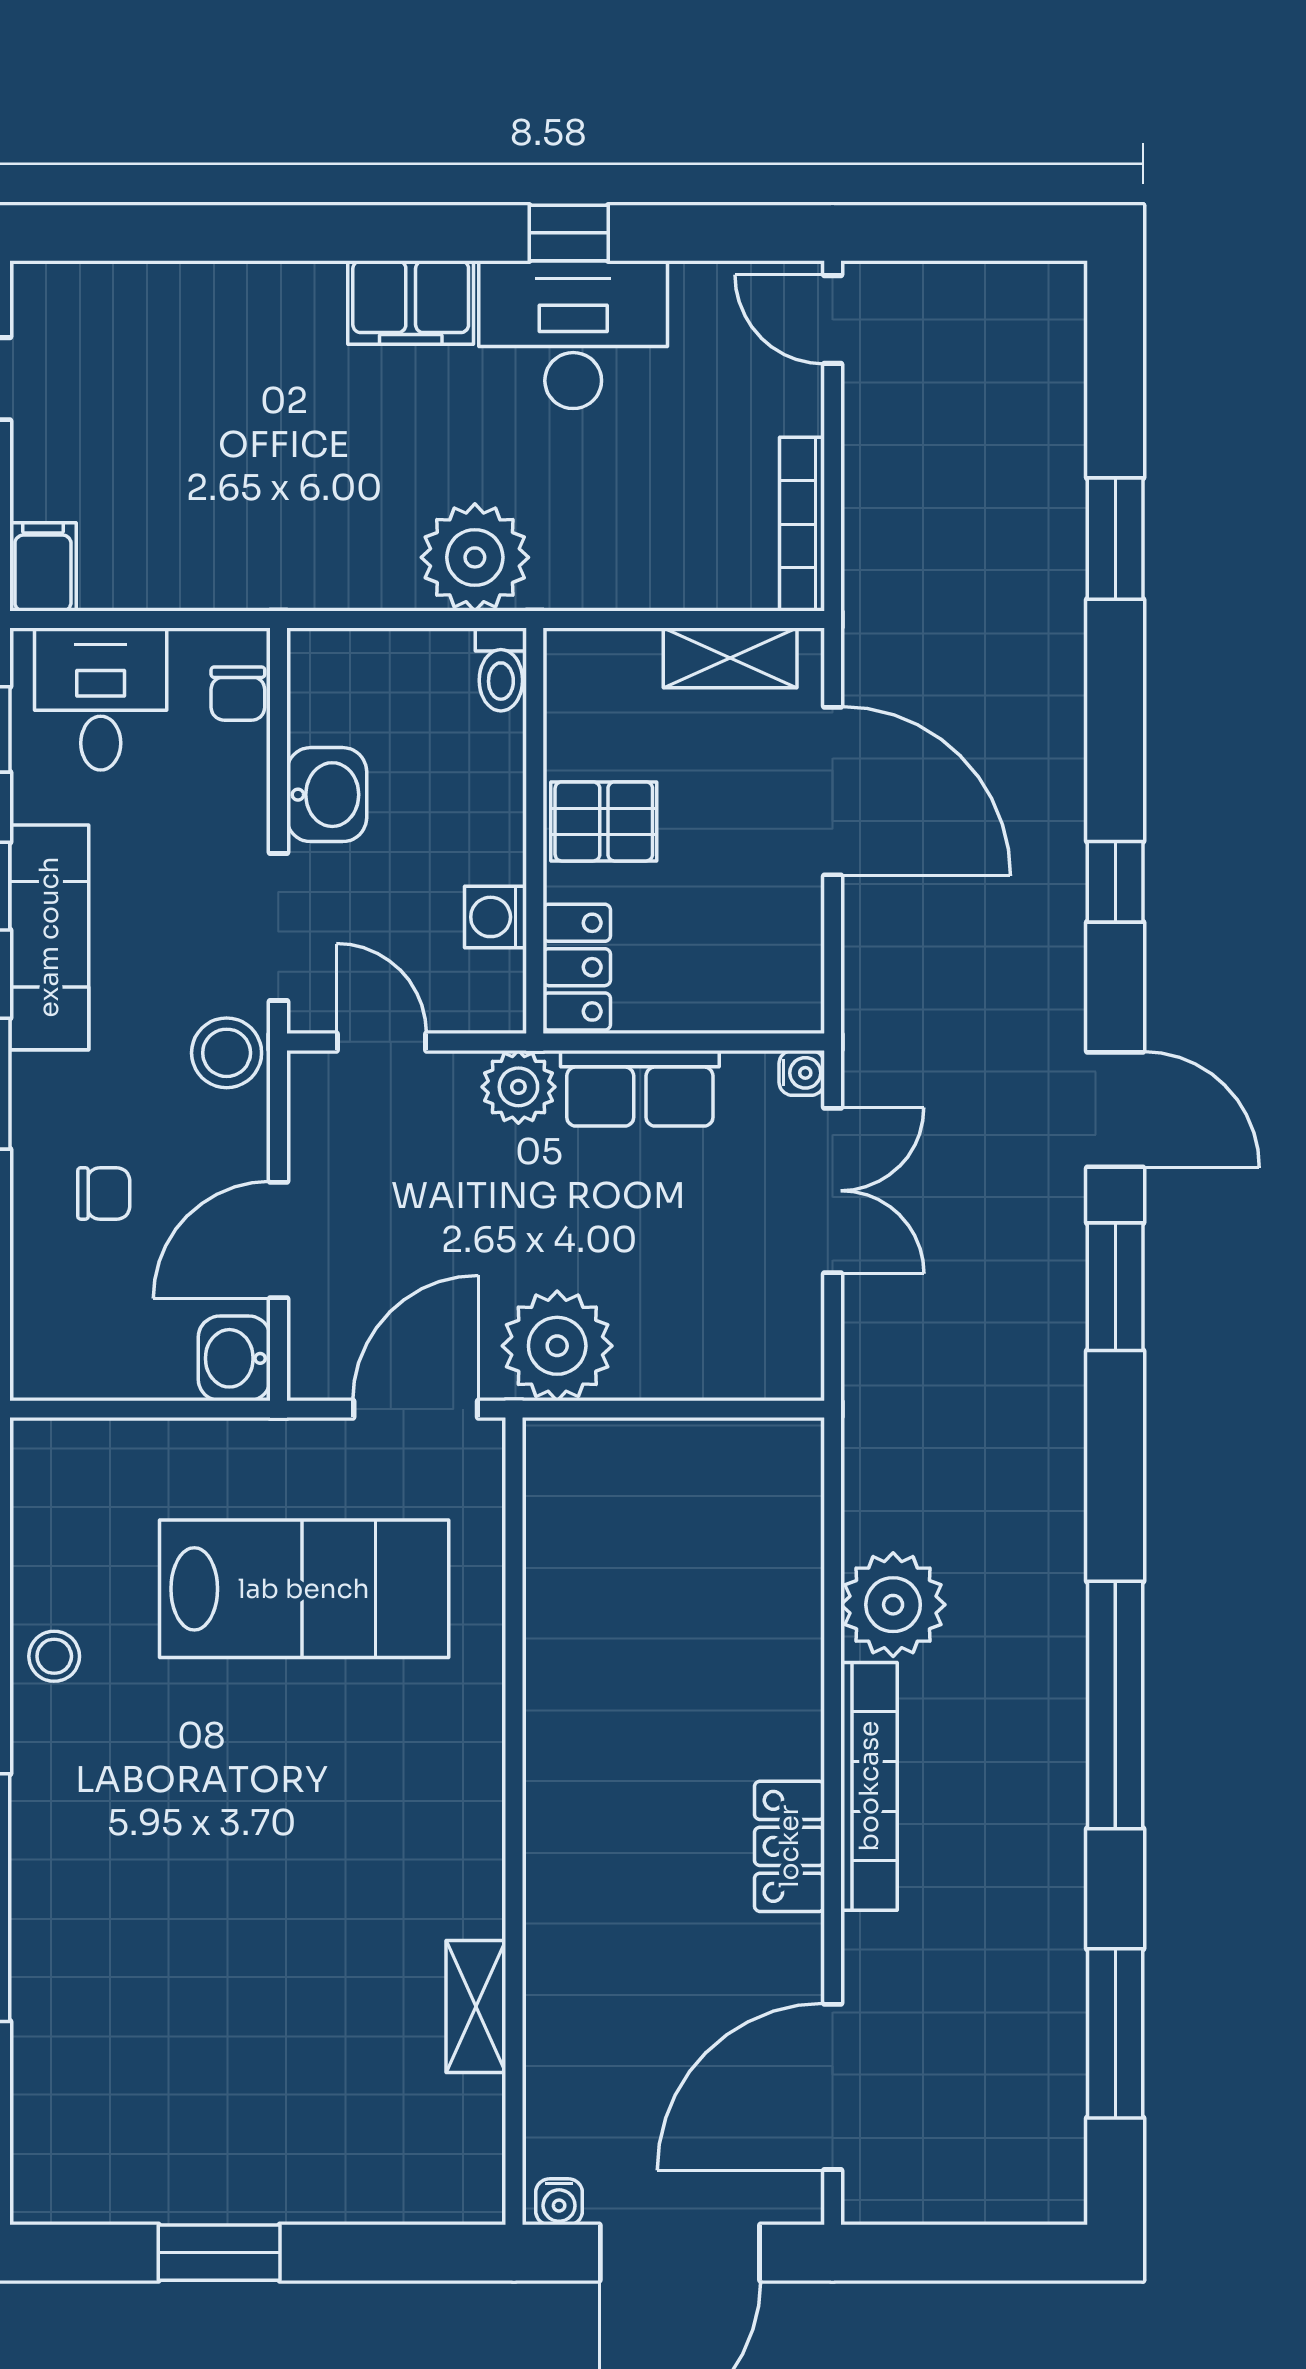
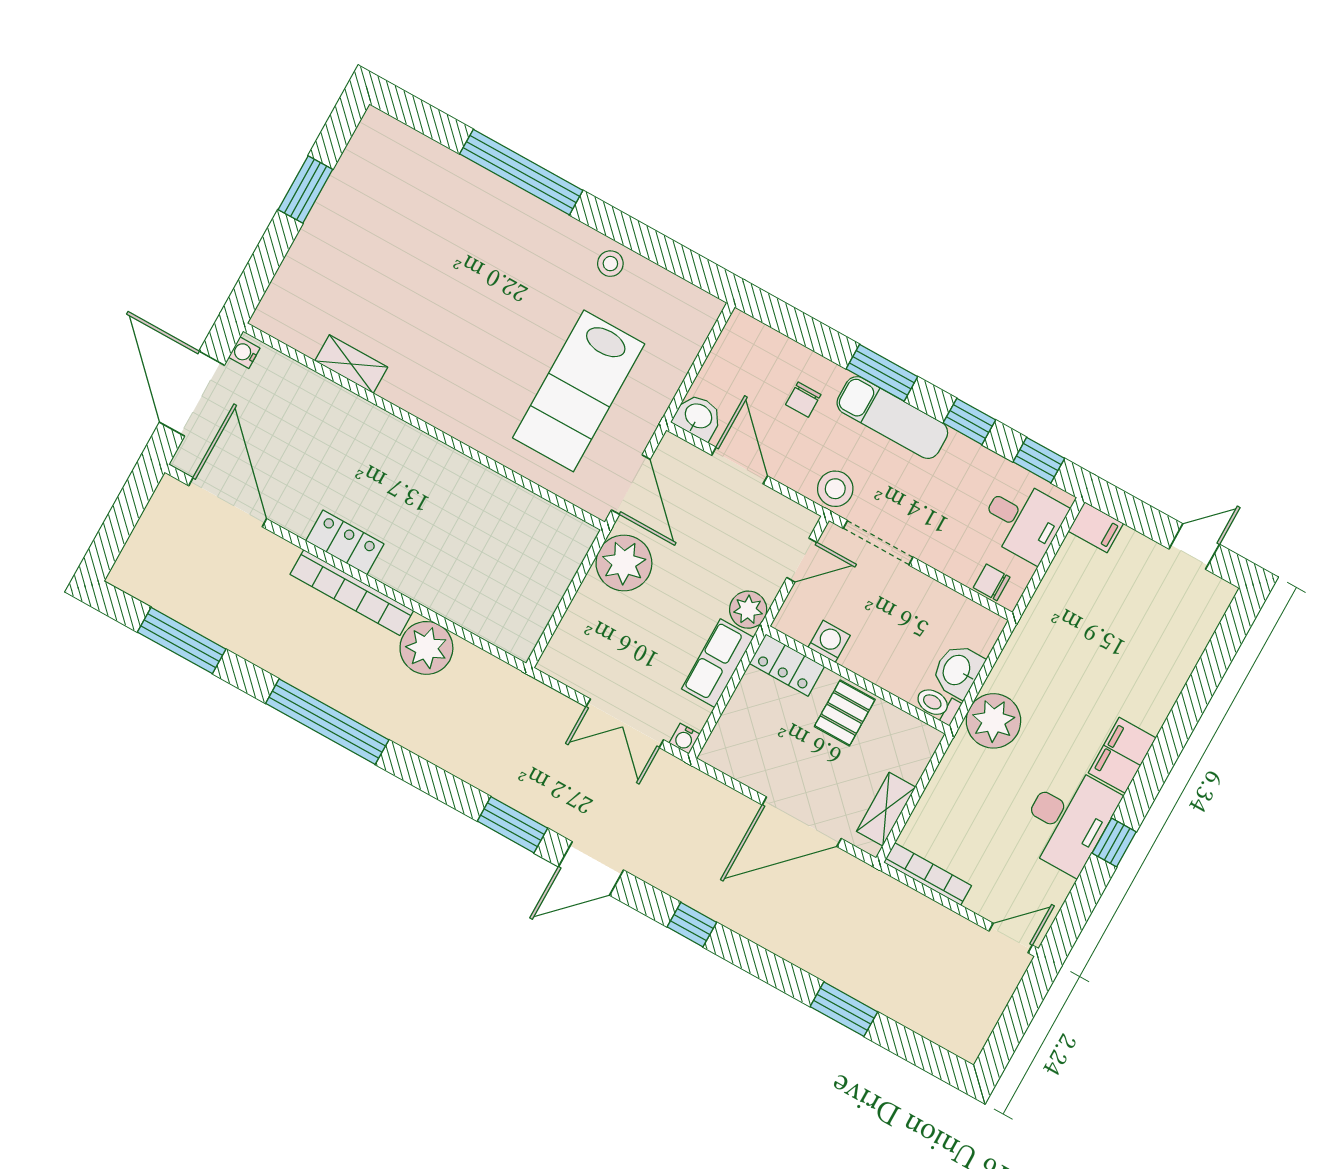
washbasin: (327, 795) -> (958, 671), moved, turned 90
exam couch: (49, 937) -> (892, 418), moved

